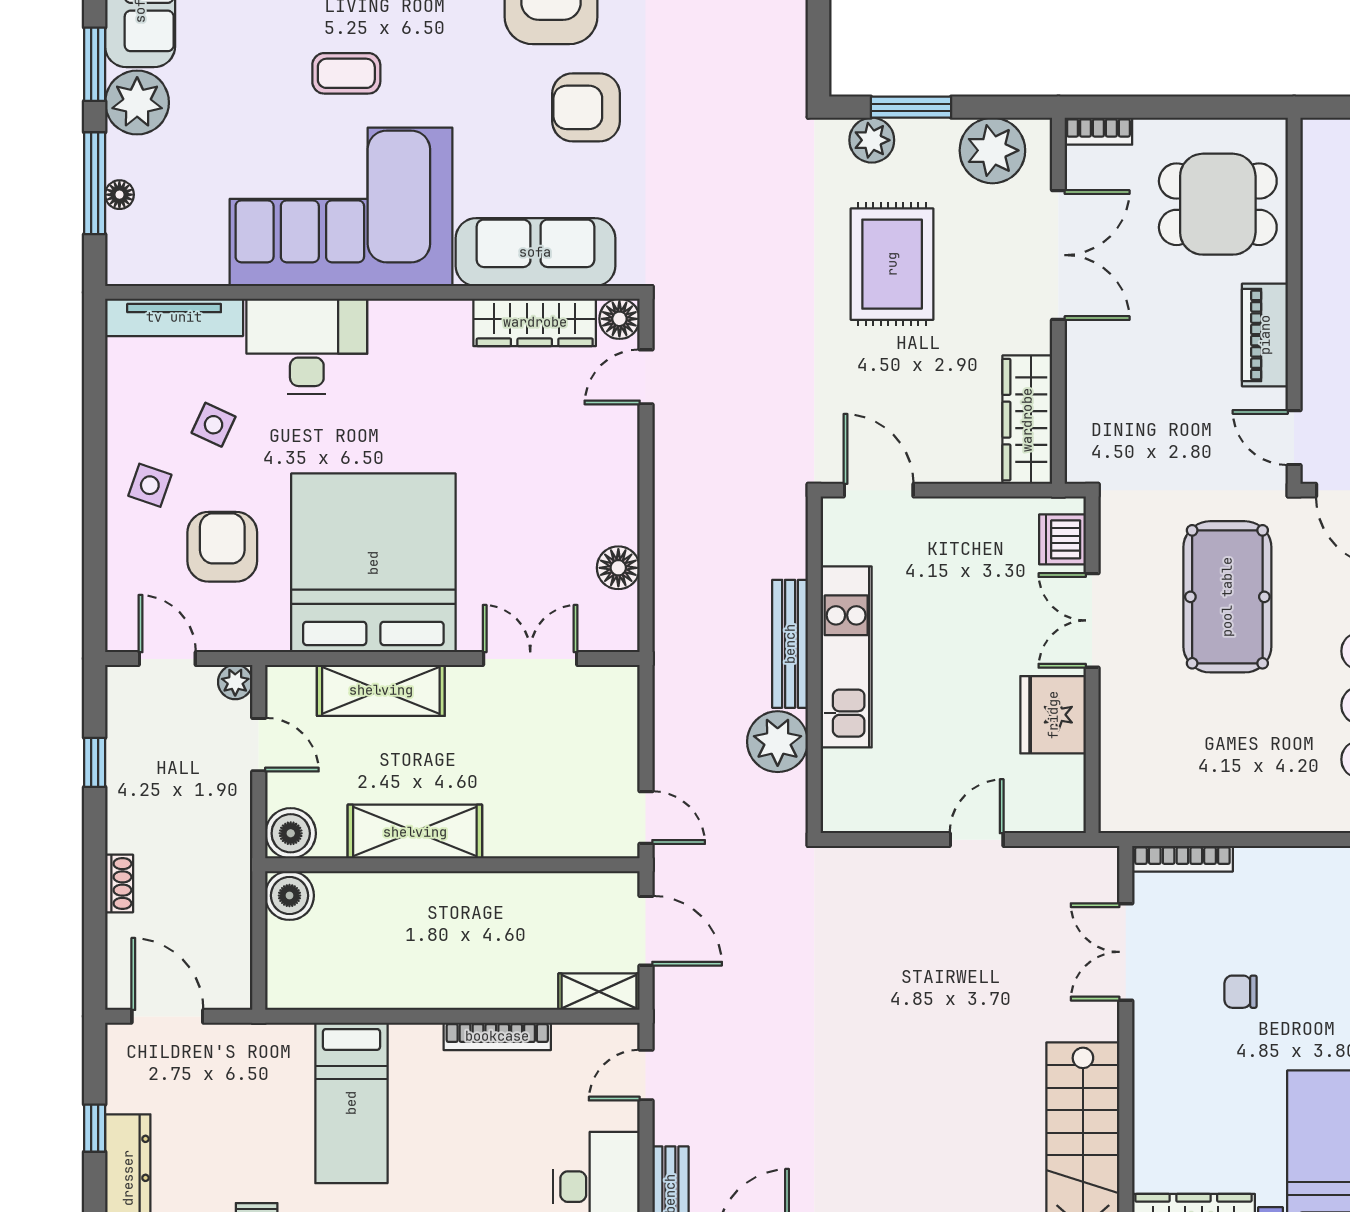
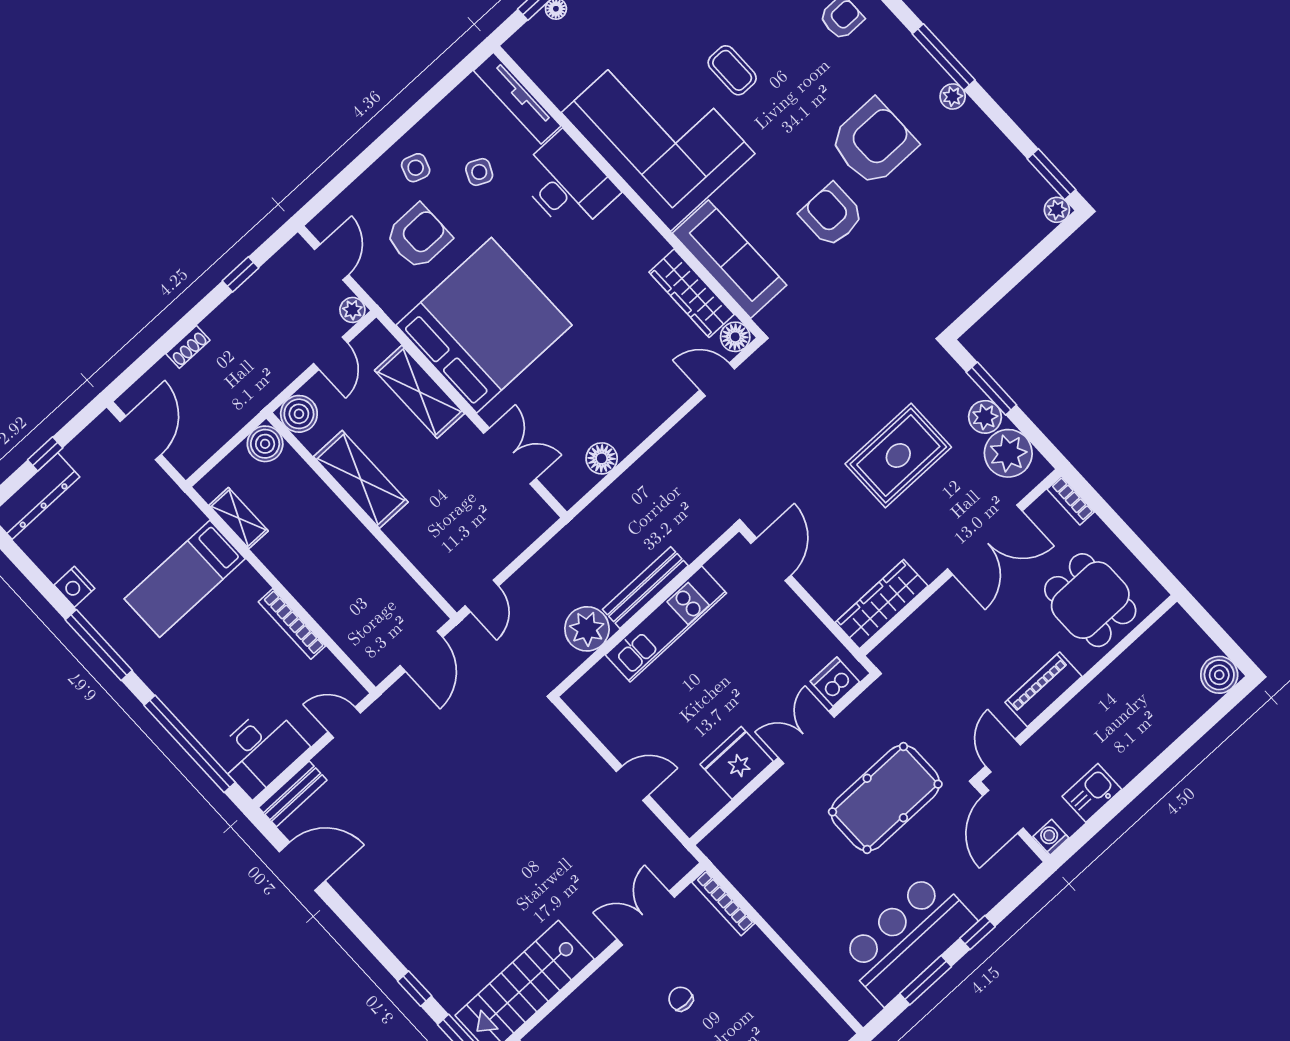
plant: (872, 140) -> (985, 417), moved
shelving: (599, 992) -> (239, 518), moved

